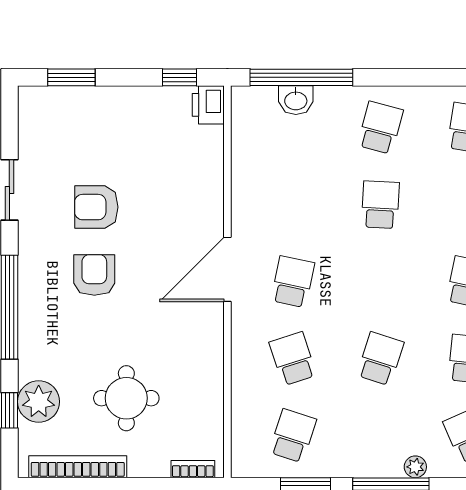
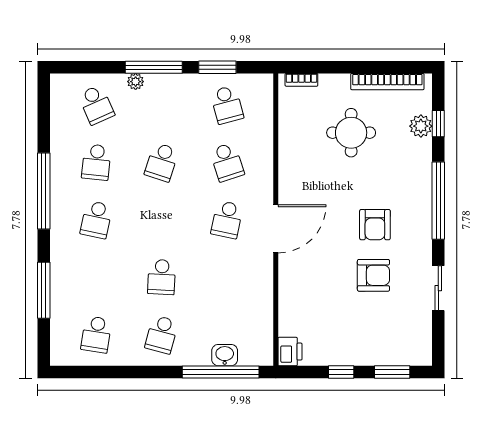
window: (179, 77) -> (341, 372), moved
plant: (39, 402) -> (421, 126), width x0.73, depth x0.73
school desk: (293, 436) -> (227, 105), turned -33

